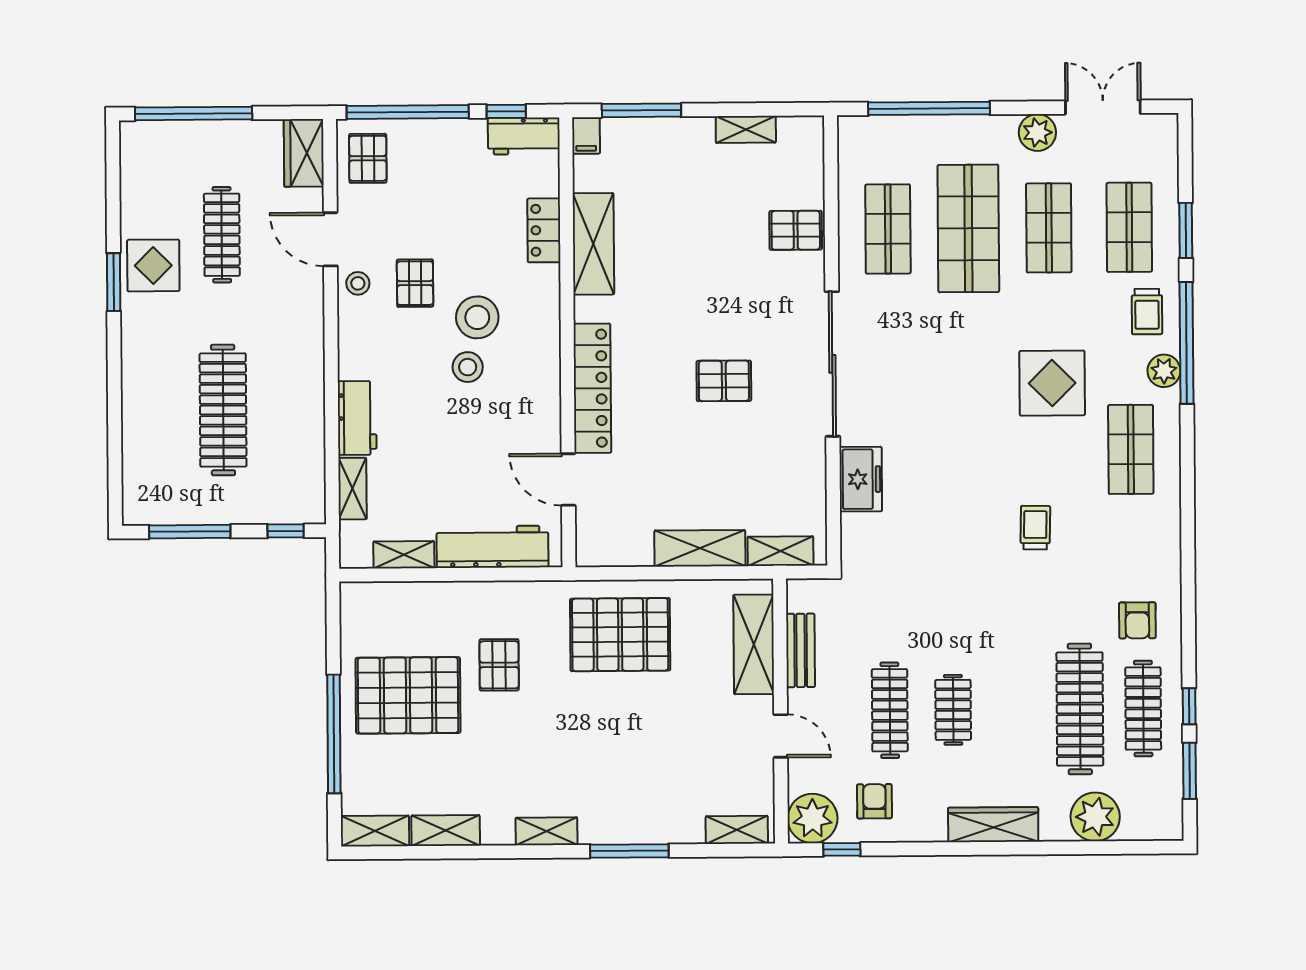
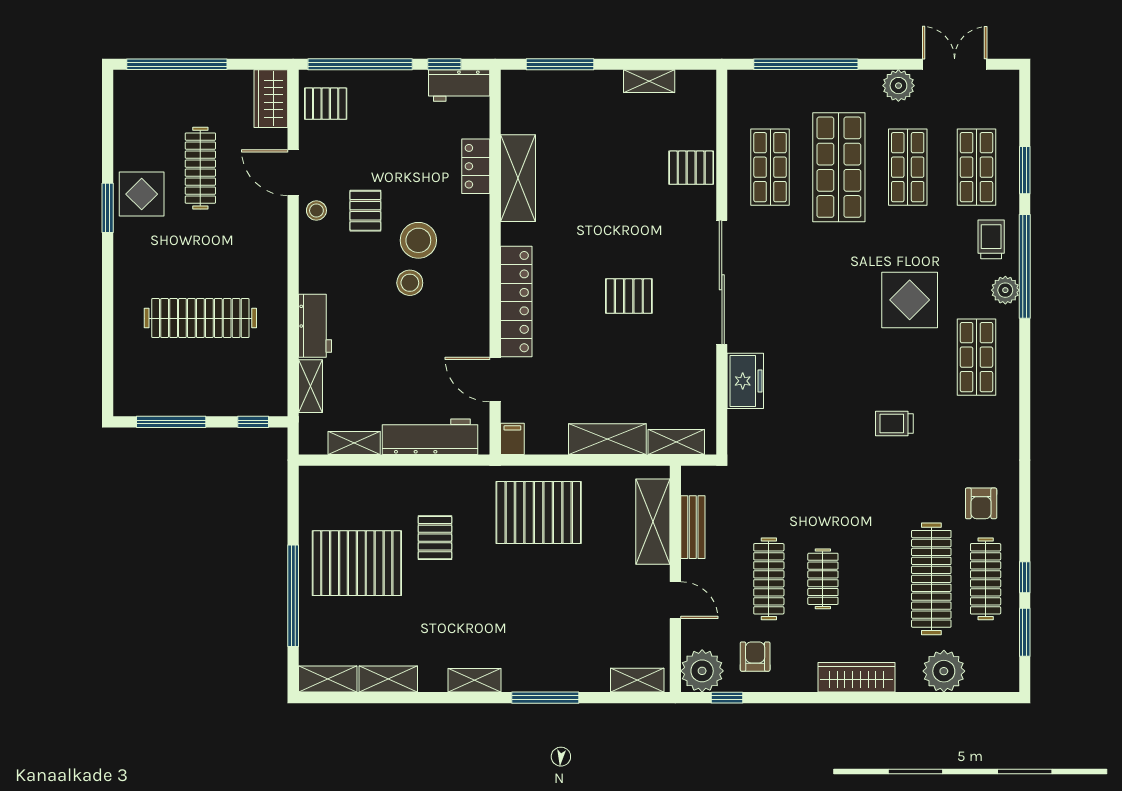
filing cabinet: (586, 135) -> (512, 439), moved, turned 180
pallet: (368, 158) -> (326, 104), turned 90
trolley: (1147, 312) -> (991, 239), turned 180
clothes rail: (223, 410) -> (200, 318), turned 90
trolley: (1035, 528) -> (894, 423), turned -91

